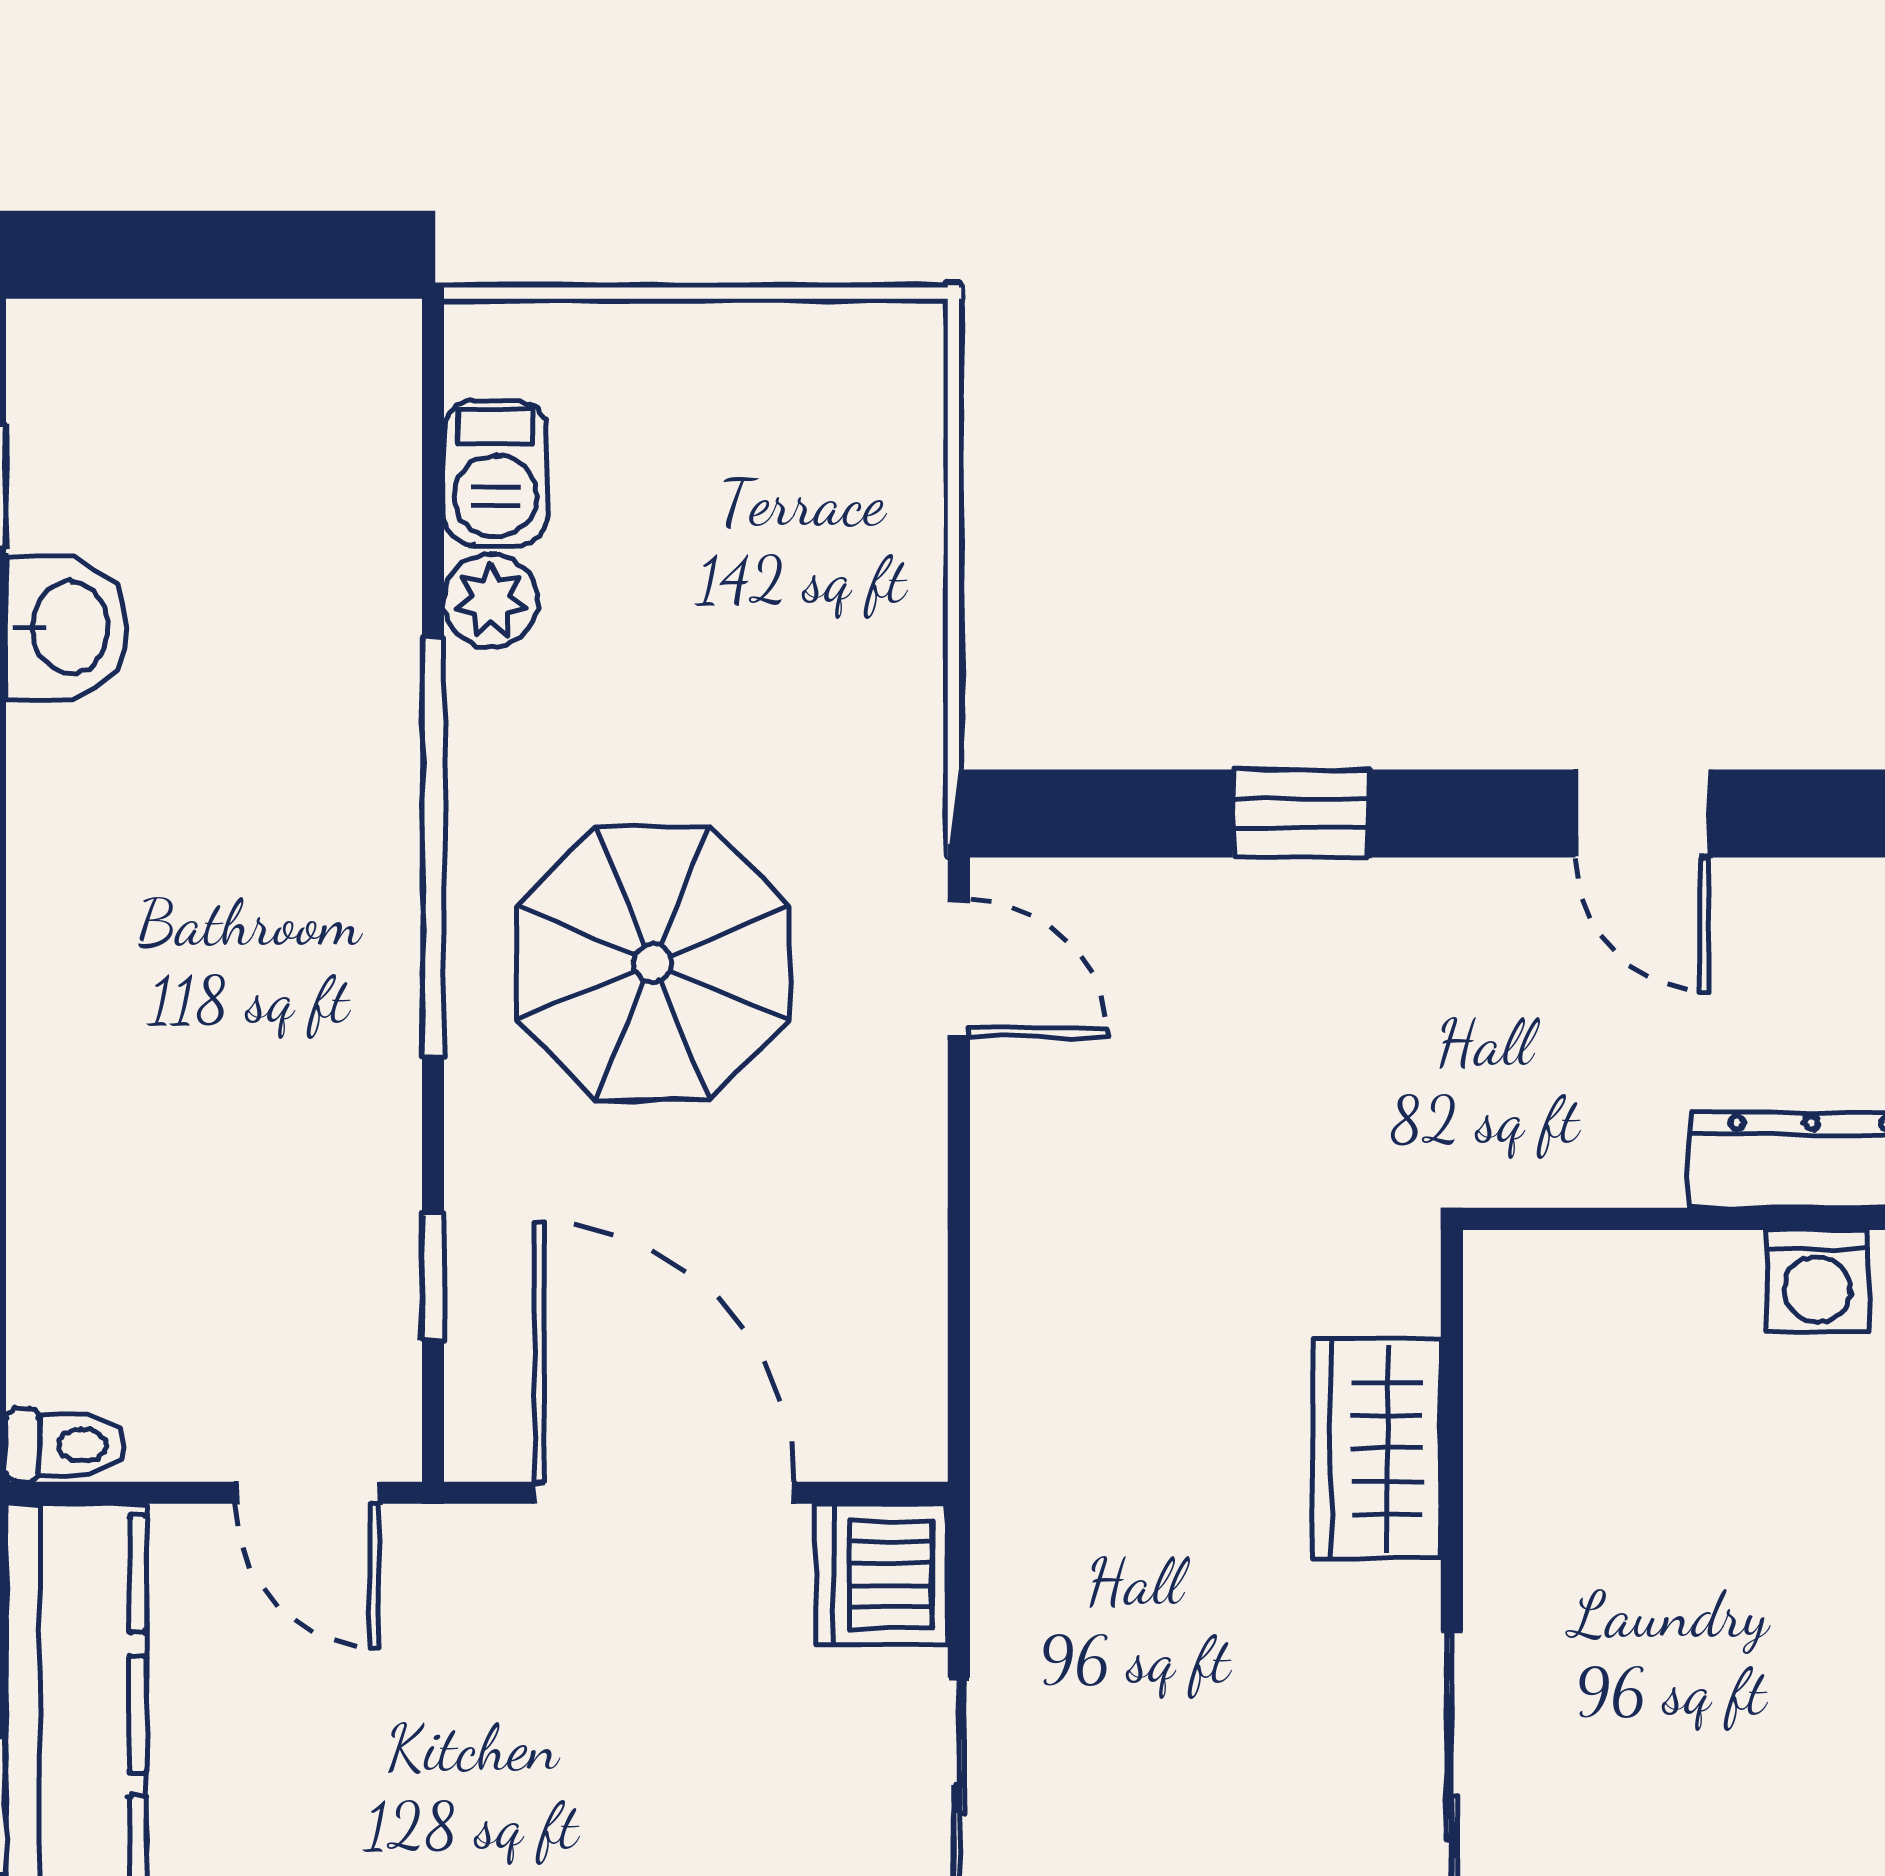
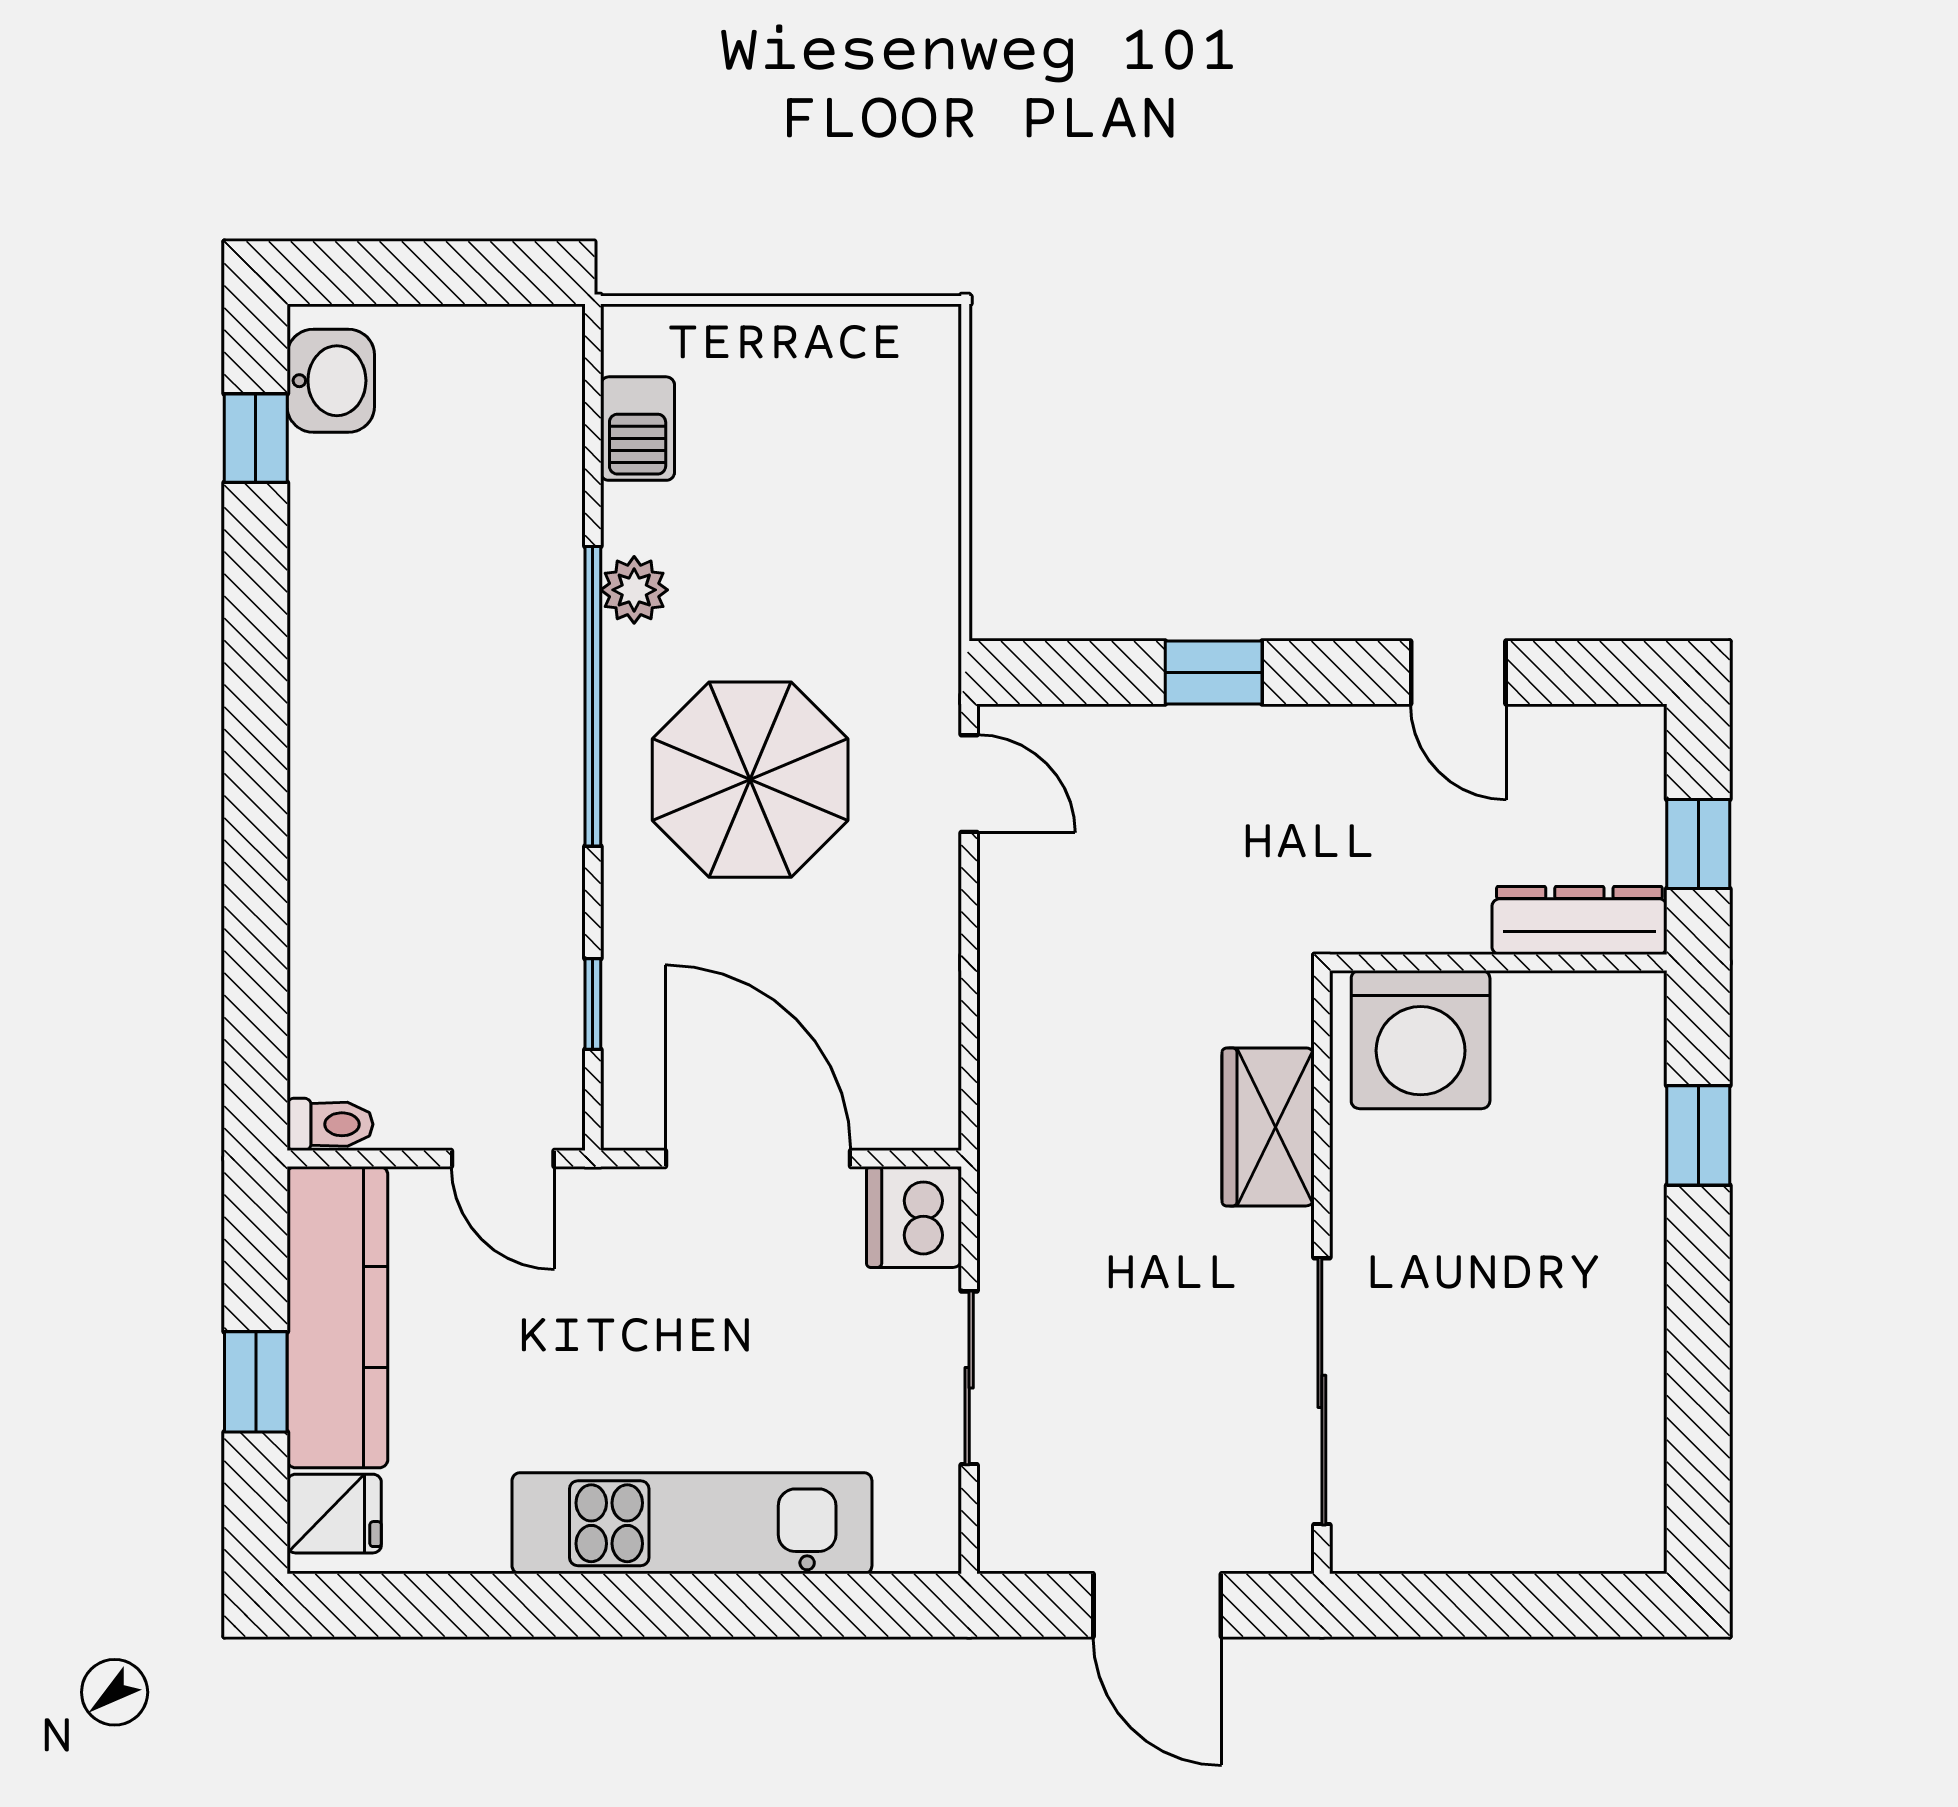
plant: (491, 601) -> (634, 590), moved
washbasin: (67, 627) -> (331, 381), moved
washing machine: (1817, 1281) -> (1421, 1040), moved, width x1.89, depth x1.89

